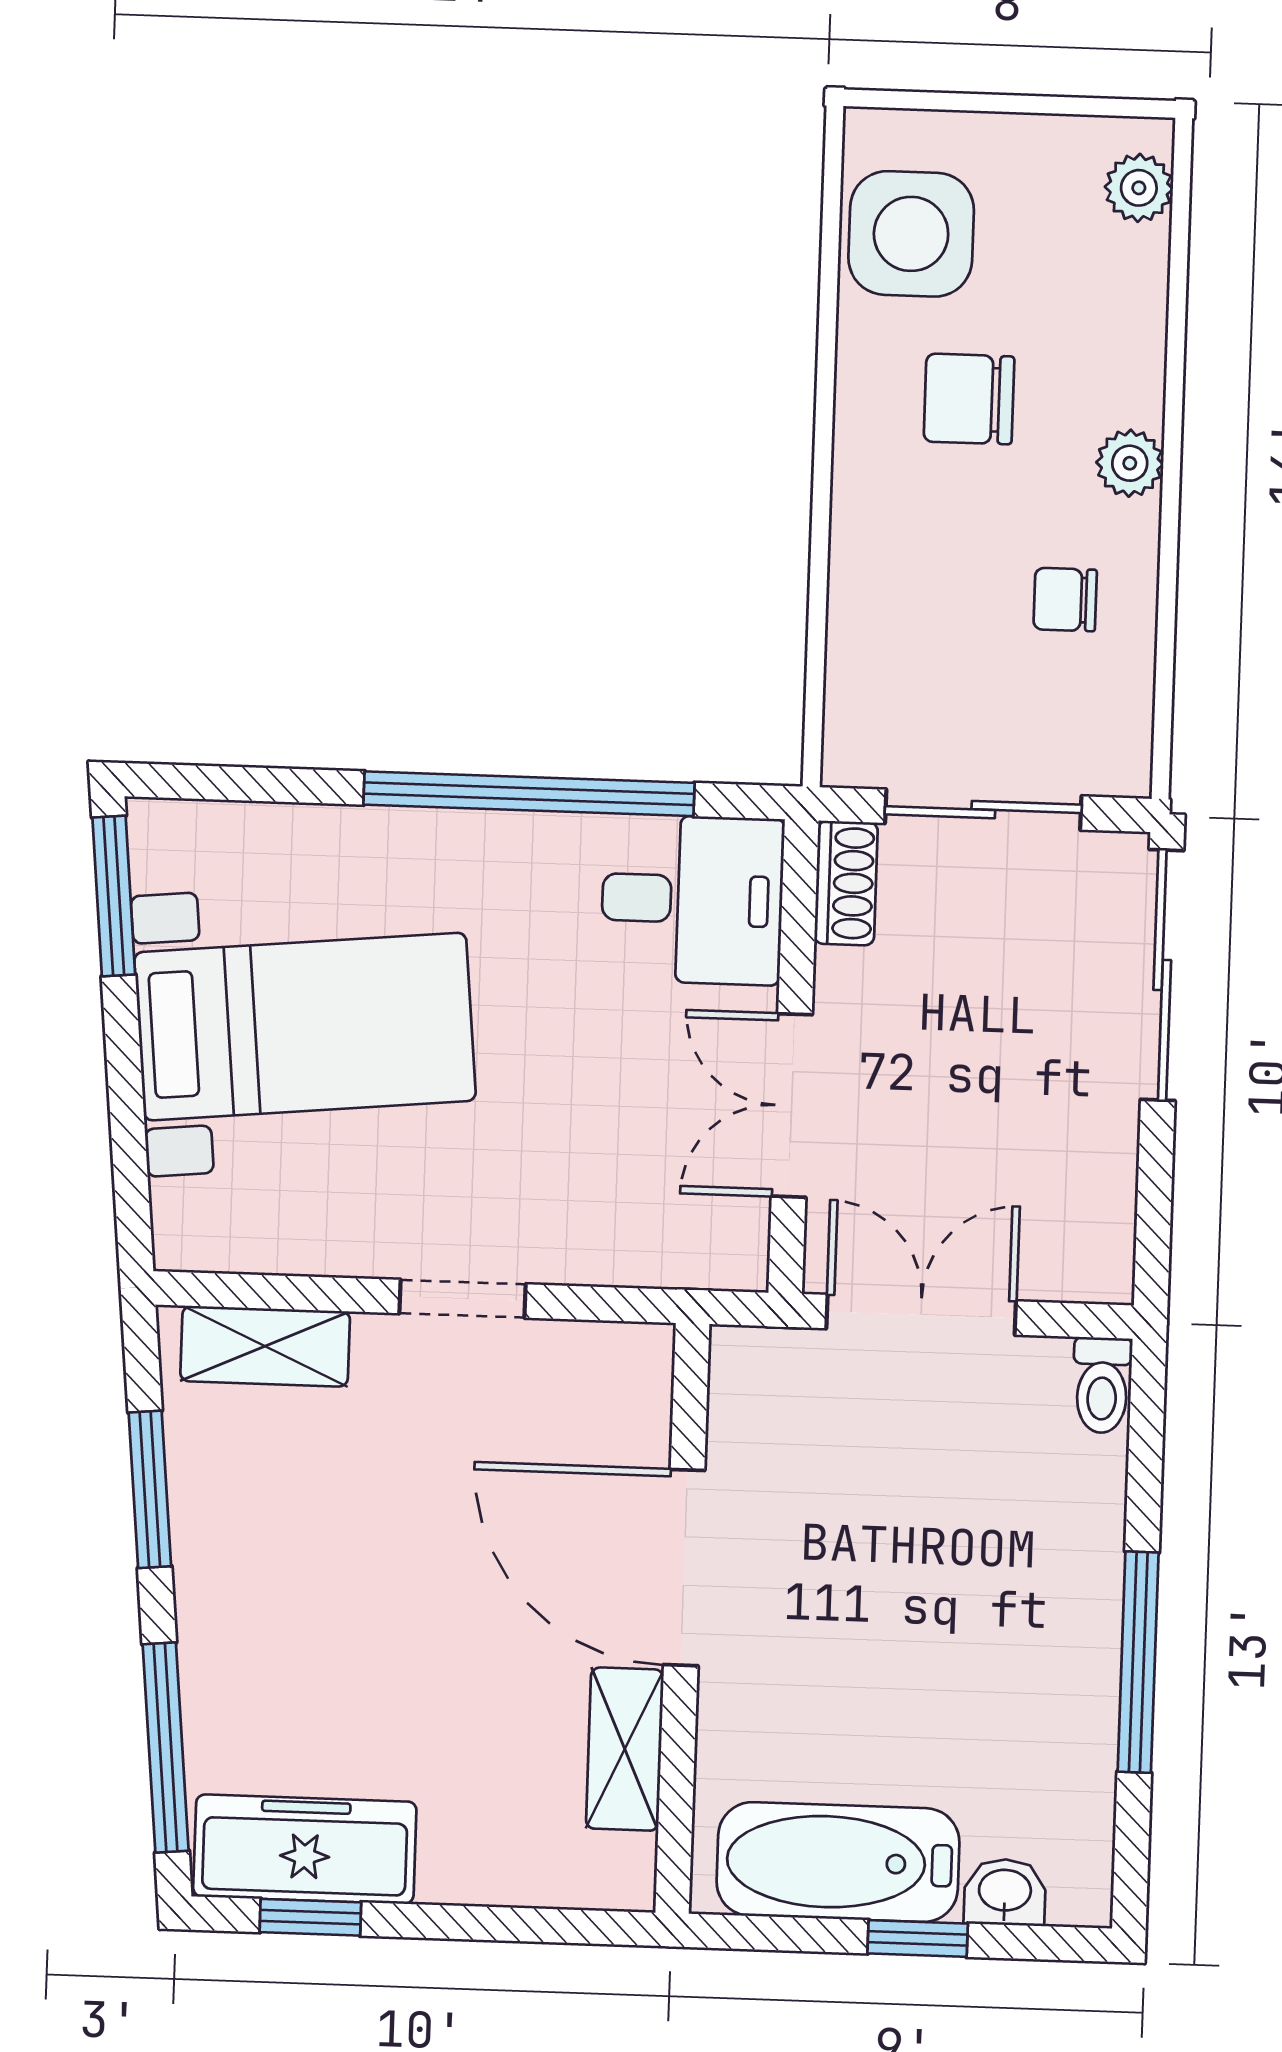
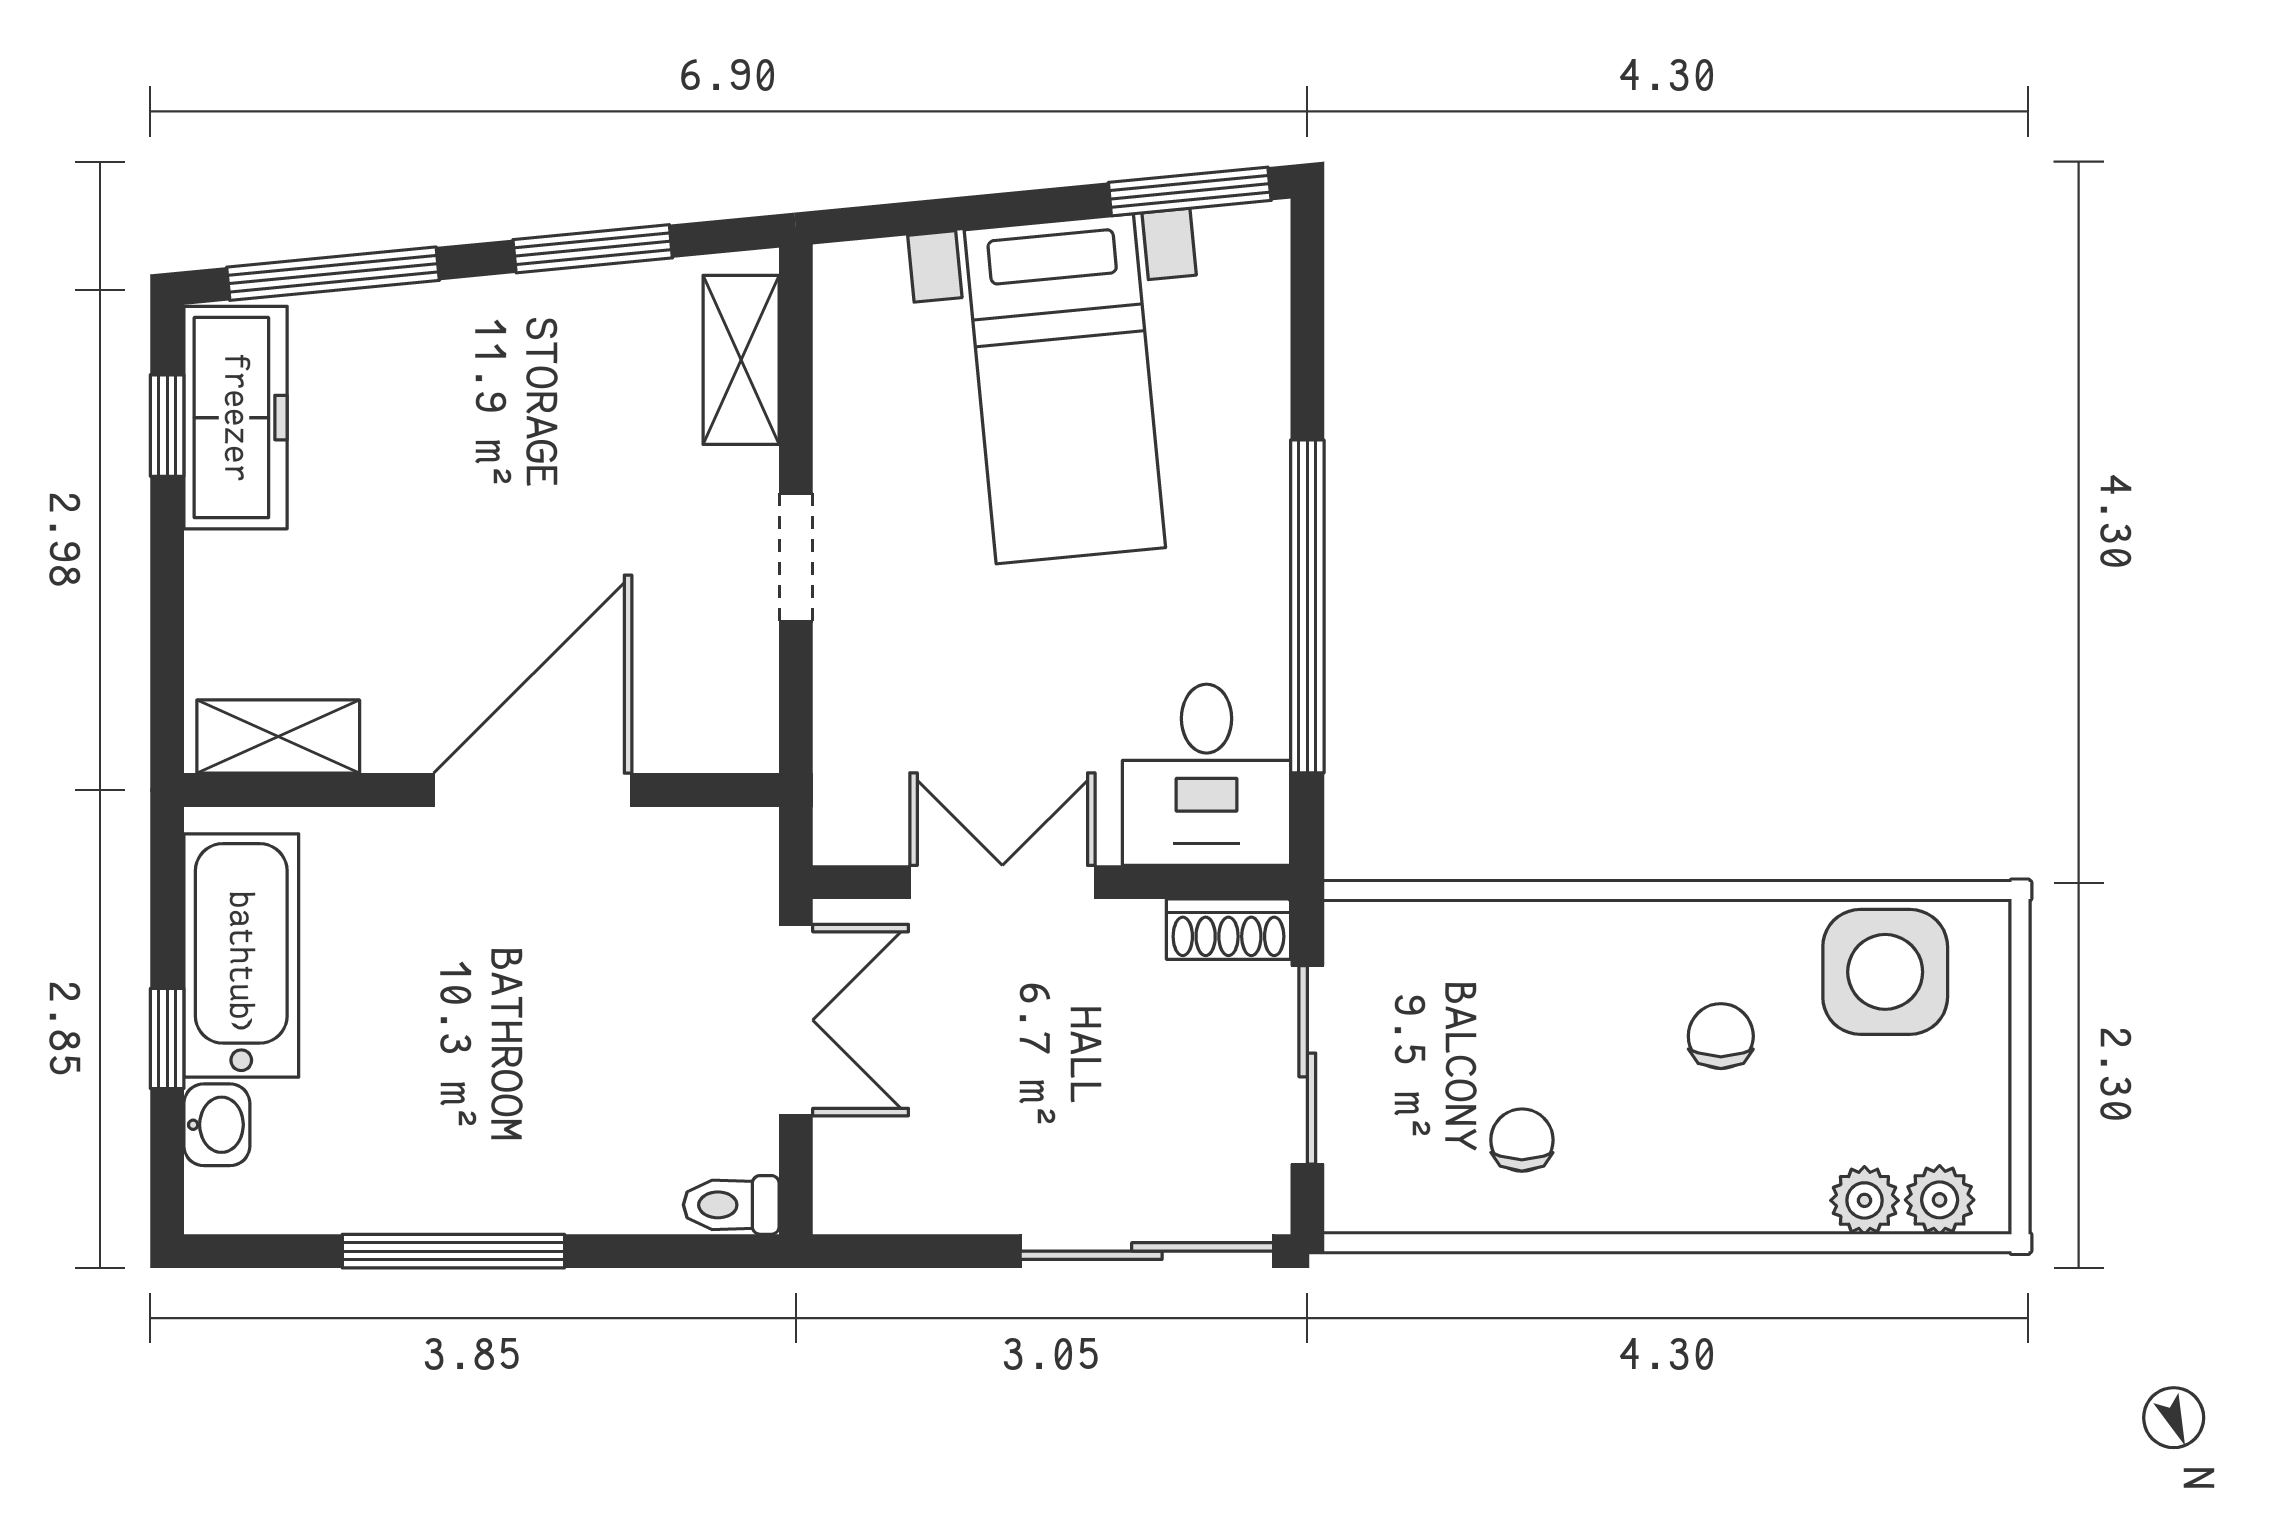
chair: (969, 399) -> (1721, 1036), width x0.73, depth x0.73
plant: (1130, 463) -> (1864, 1200), moved
shelving: (625, 1749) -> (278, 737), moved

